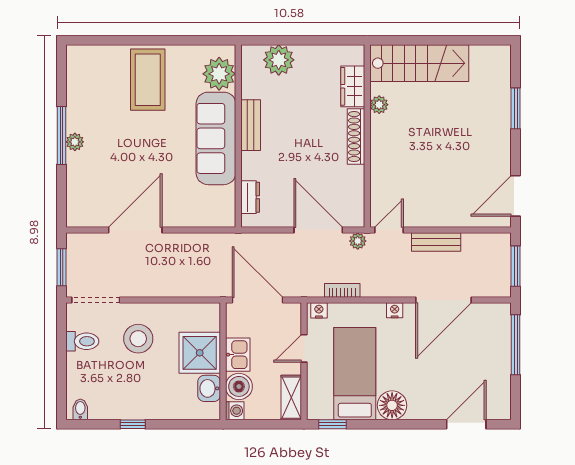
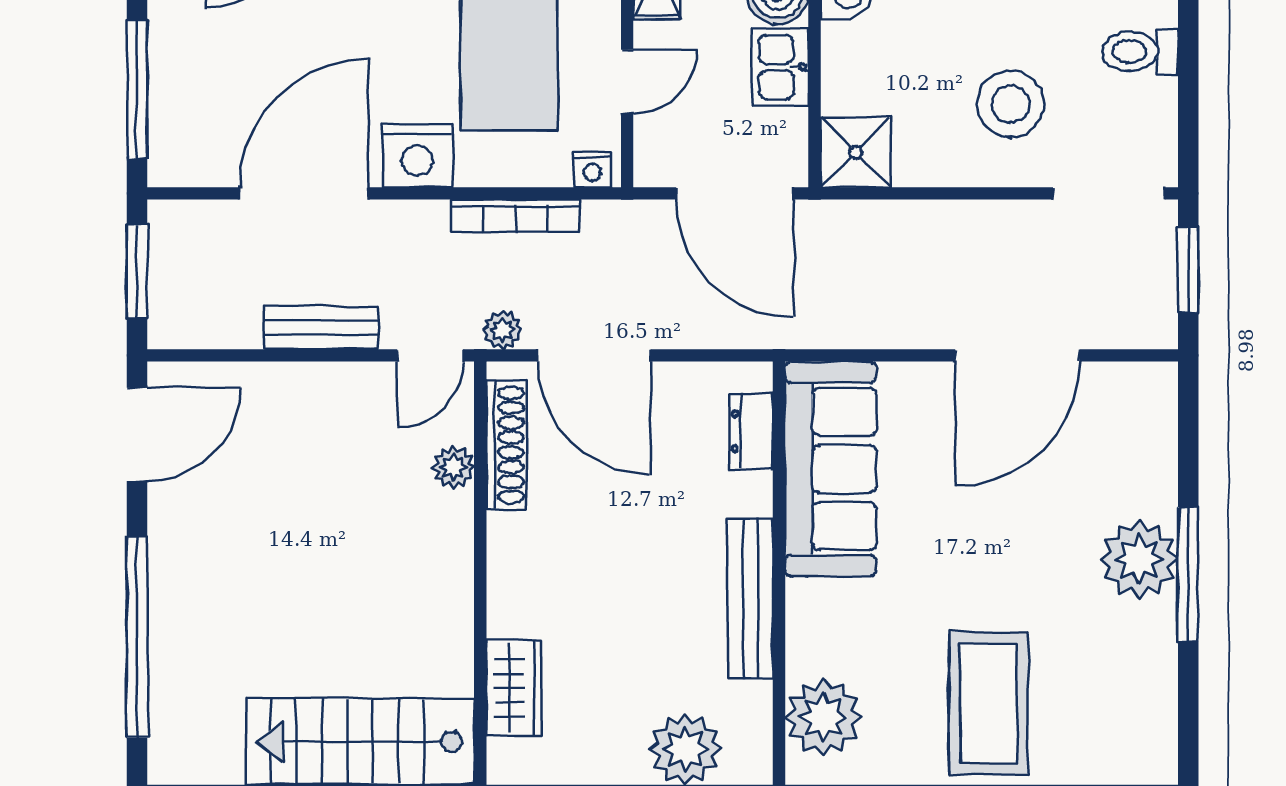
plant: (379, 105) -> (453, 468), moved
window: (516, 108) -> (137, 637), width x2.11
bench: (251, 125) -> (750, 598), width x1.36
shoe rack: (356, 137) -> (506, 445), moved
sofa: (216, 138) -> (831, 469), moved
plant: (75, 142) -> (1139, 559), width x1.88, depth x1.88
bookcase: (342, 290) -> (515, 216), width x1.56
nightstand: (395, 310) -> (417, 156), width x1.89, depth x1.79
toilet: (82, 341) -> (1140, 52), moved
shower: (200, 353) -> (856, 152), moved, width x0.73, depth x0.73

